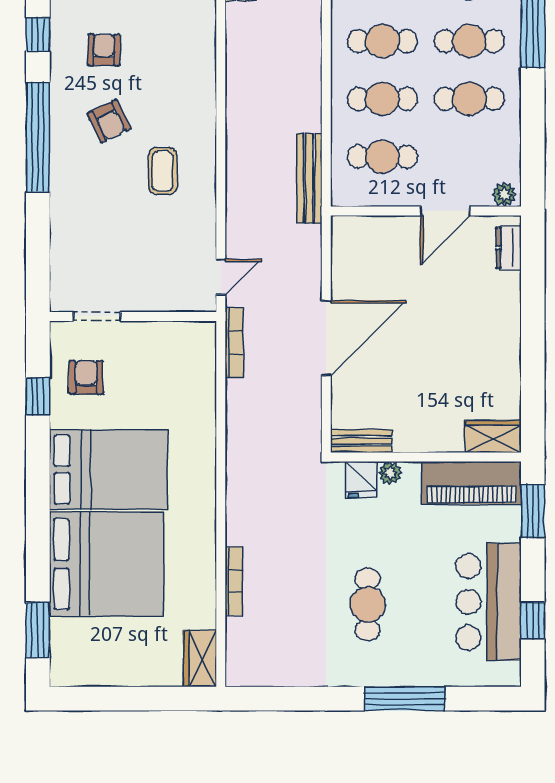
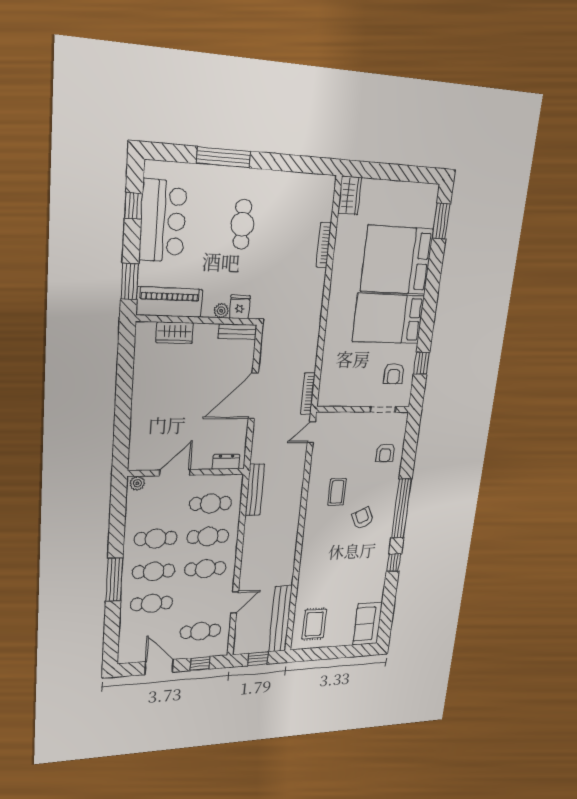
armchair: (104, 50) -> (385, 453), moved
dresser: (509, 248) -> (226, 462), moved, turned -90
wardrobe: (493, 436) -> (175, 333), moved

